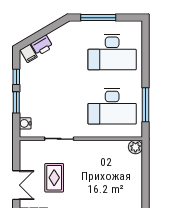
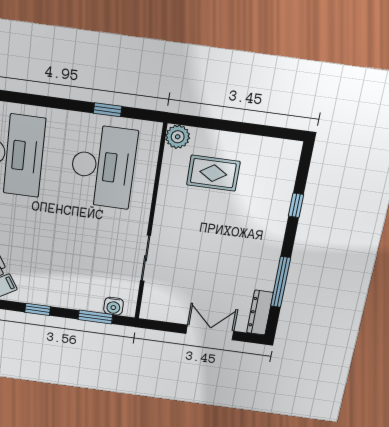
window: (16, 102) -> (95, 317), moved
window: (146, 105) -> (108, 110), width x0.46
rug: (54, 178) -> (213, 173), moved

